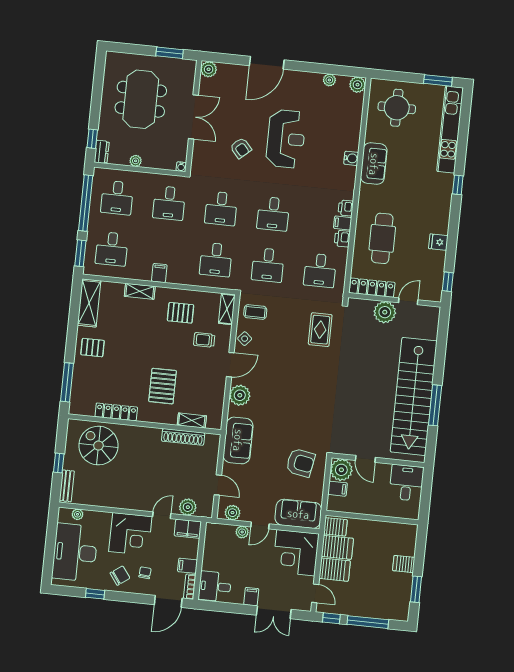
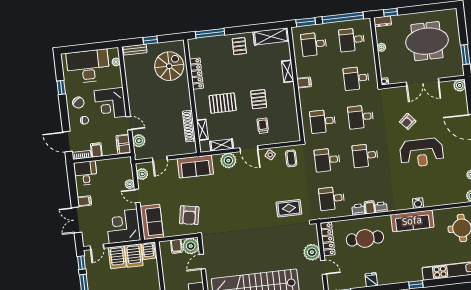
sofa: (374, 164) -> (412, 221), width x1.36
shelving: (227, 309) -> (222, 145), moved
pallet: (181, 313) -> (259, 99), moved

